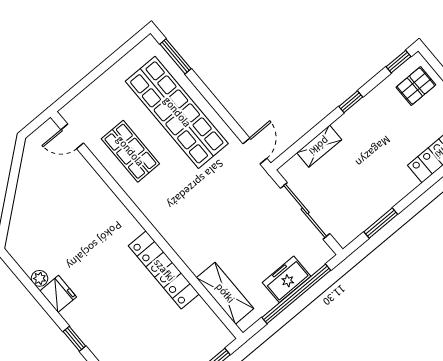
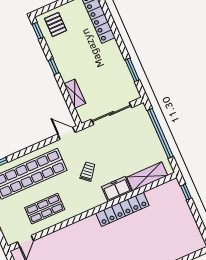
trolley: (206, 200) -> (88, 171), added
freezer: (287, 279) -> (117, 189), moved, turned 90

